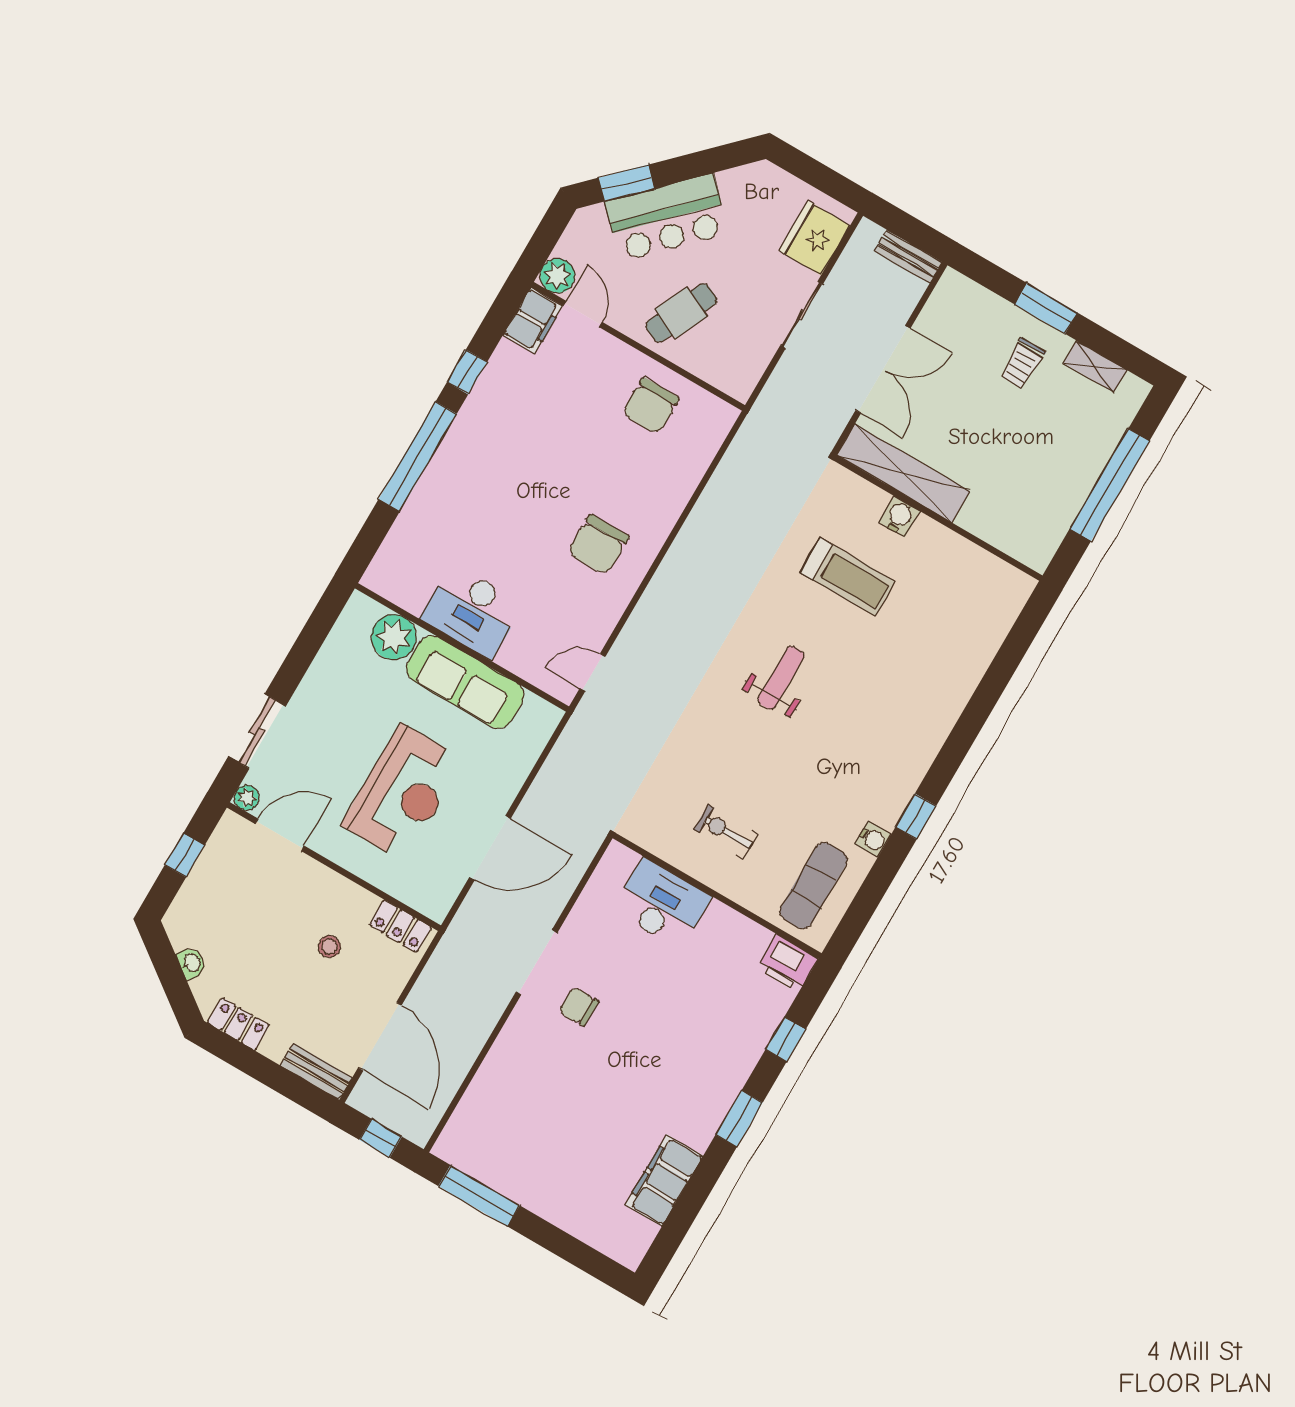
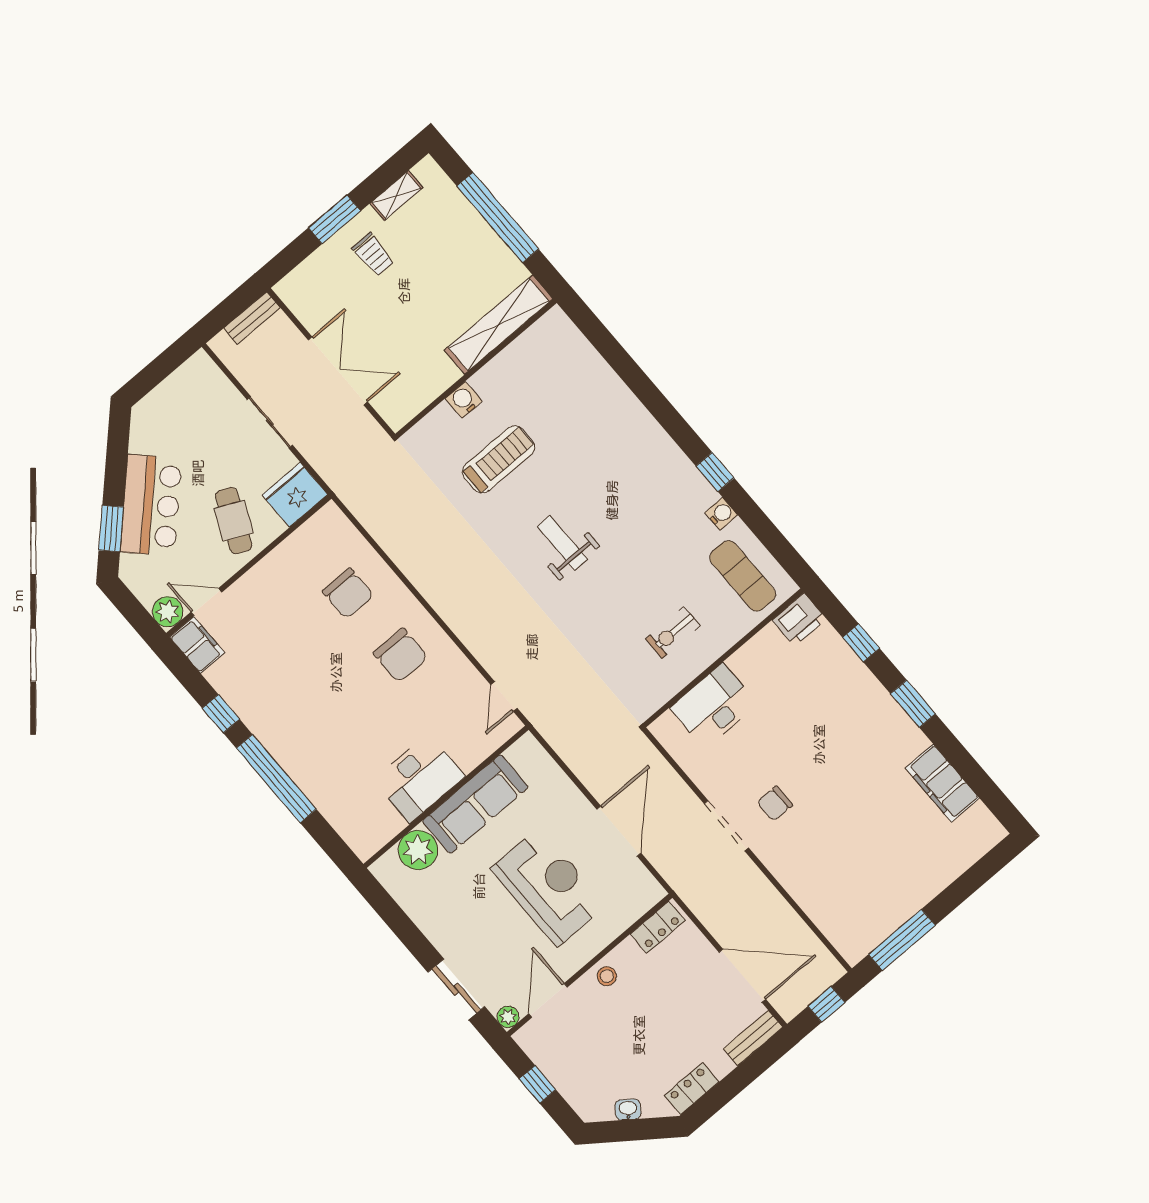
fridge: (814, 238) -> (295, 495), moved, turned 90
chair: (651, 406) -> (348, 593), moved
shelving: (903, 473) -> (499, 325), moved
stool: (329, 947) -> (607, 976), moved

